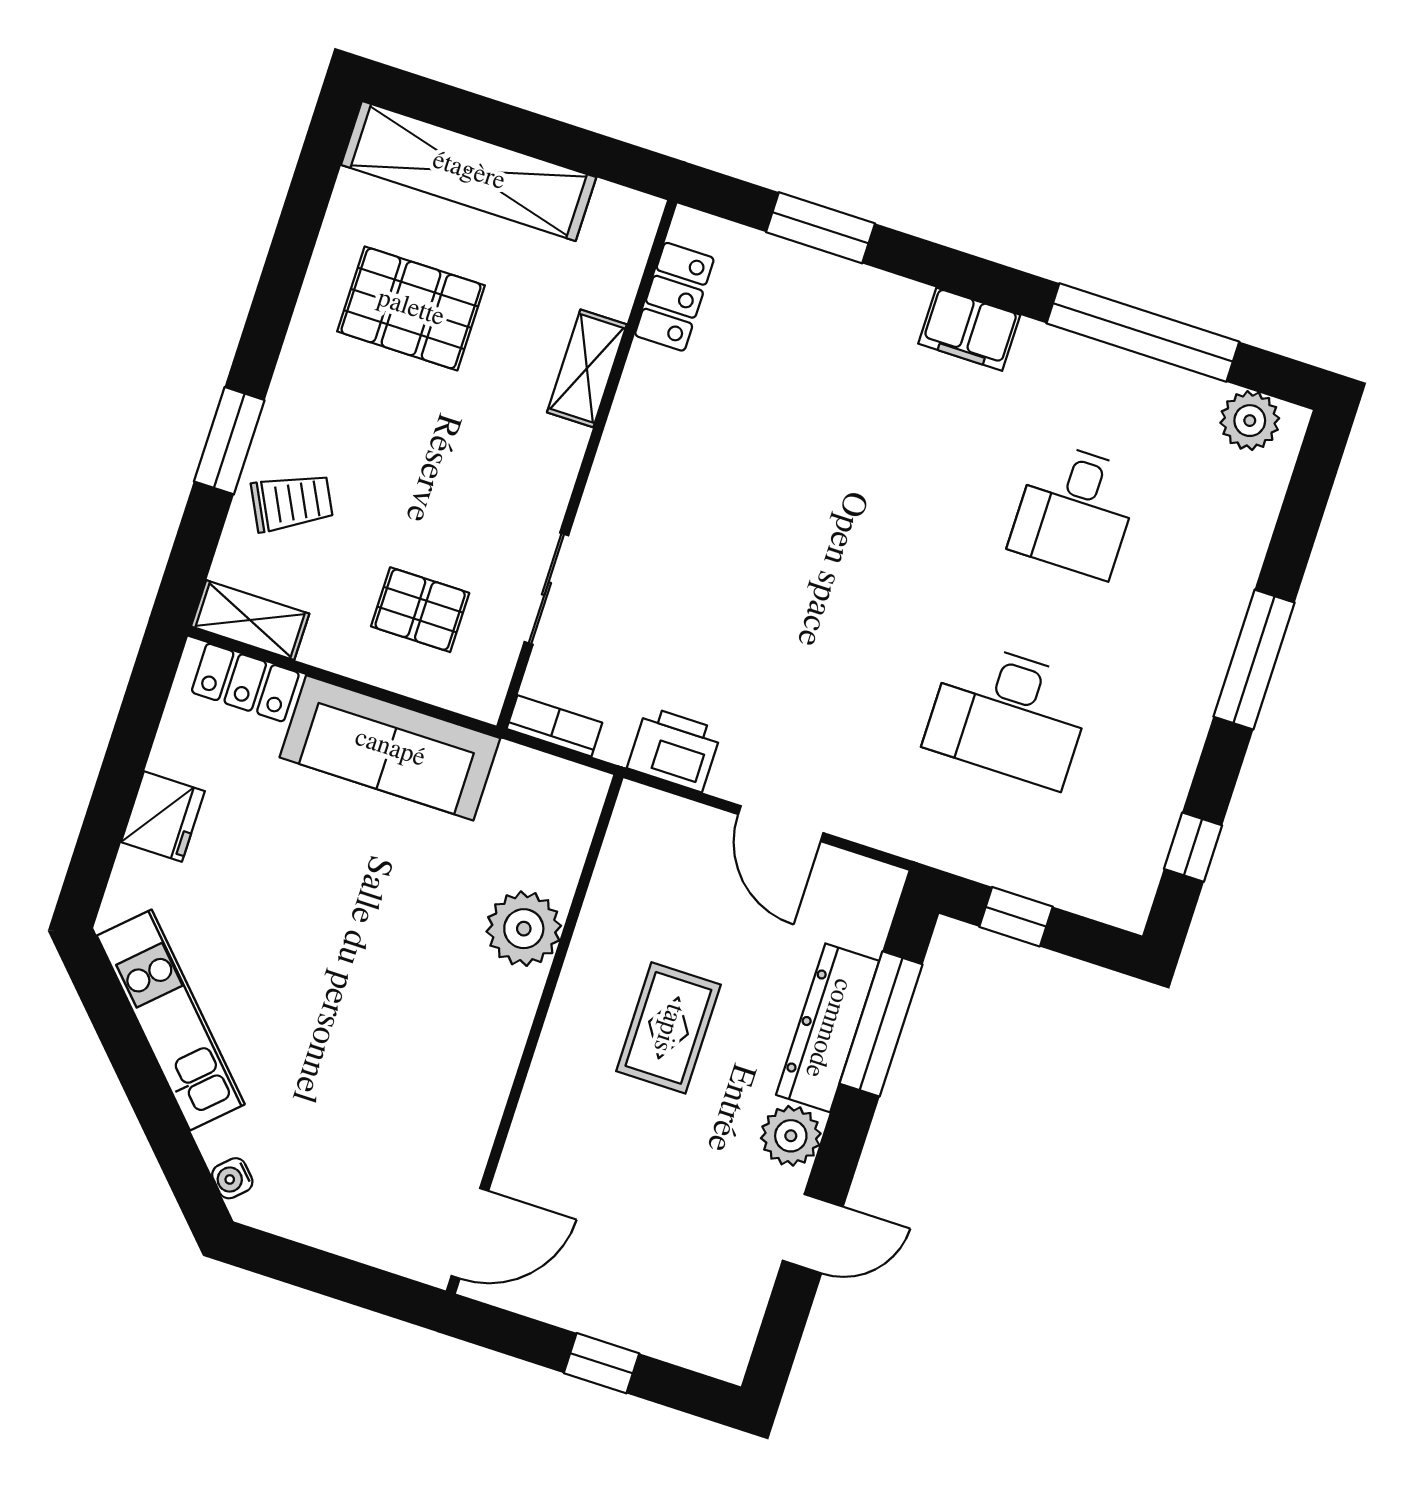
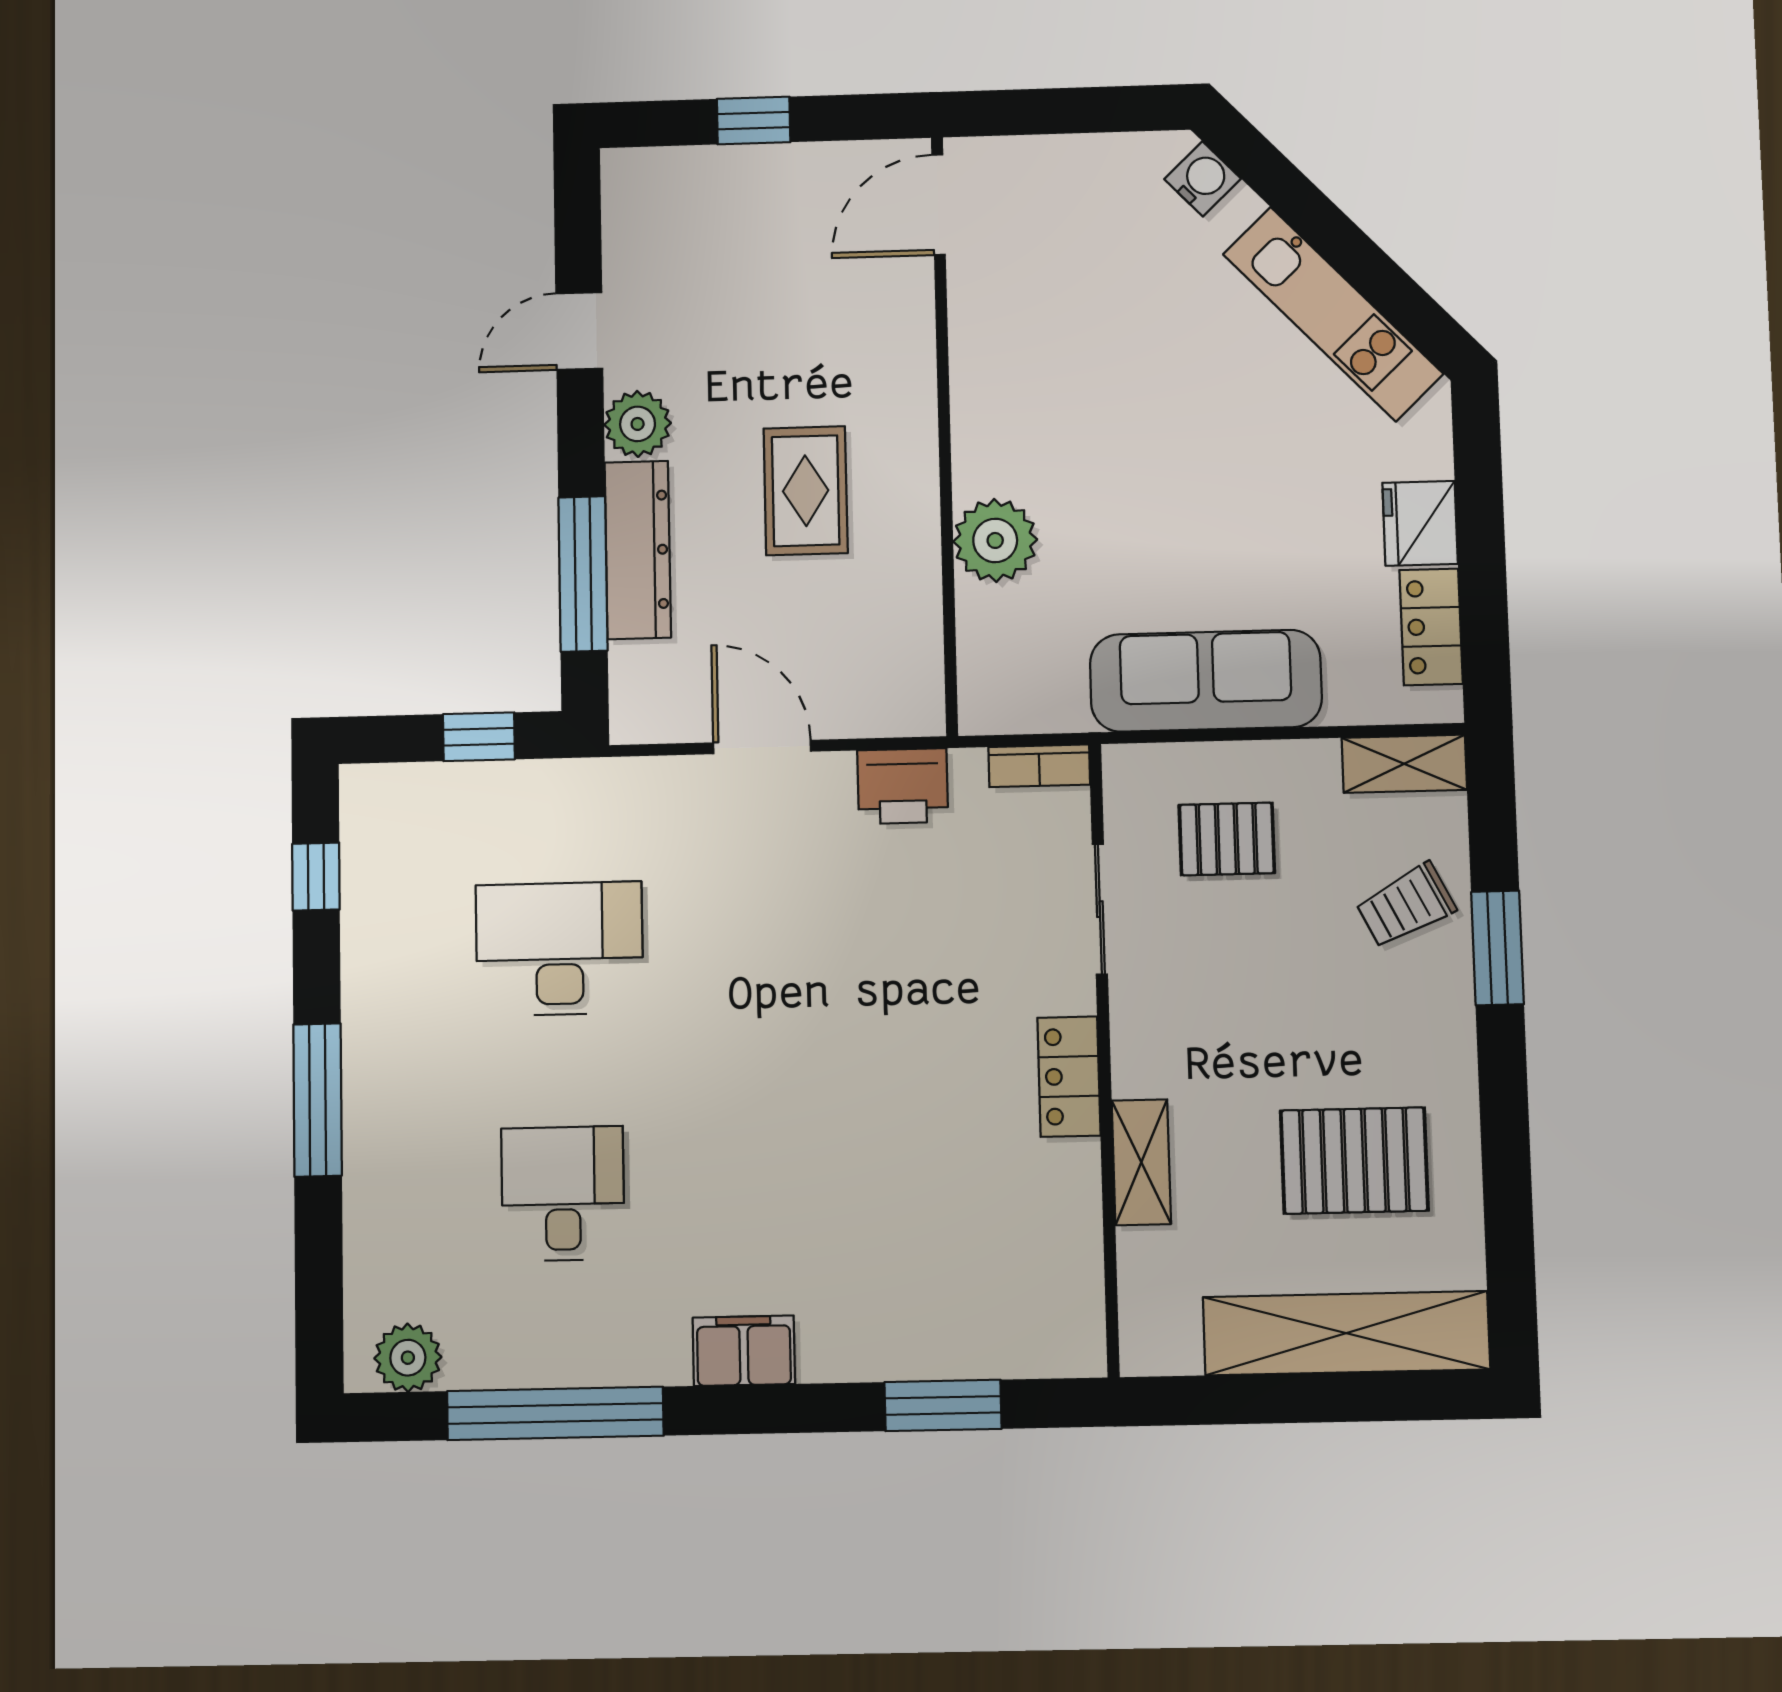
locker: (674, 297) -> (1069, 1077), moved
locker: (245, 683) -> (1431, 627), moved, turned -90
water cooler: (232, 1178) -> (1203, 179), width x1.38, depth x1.38

